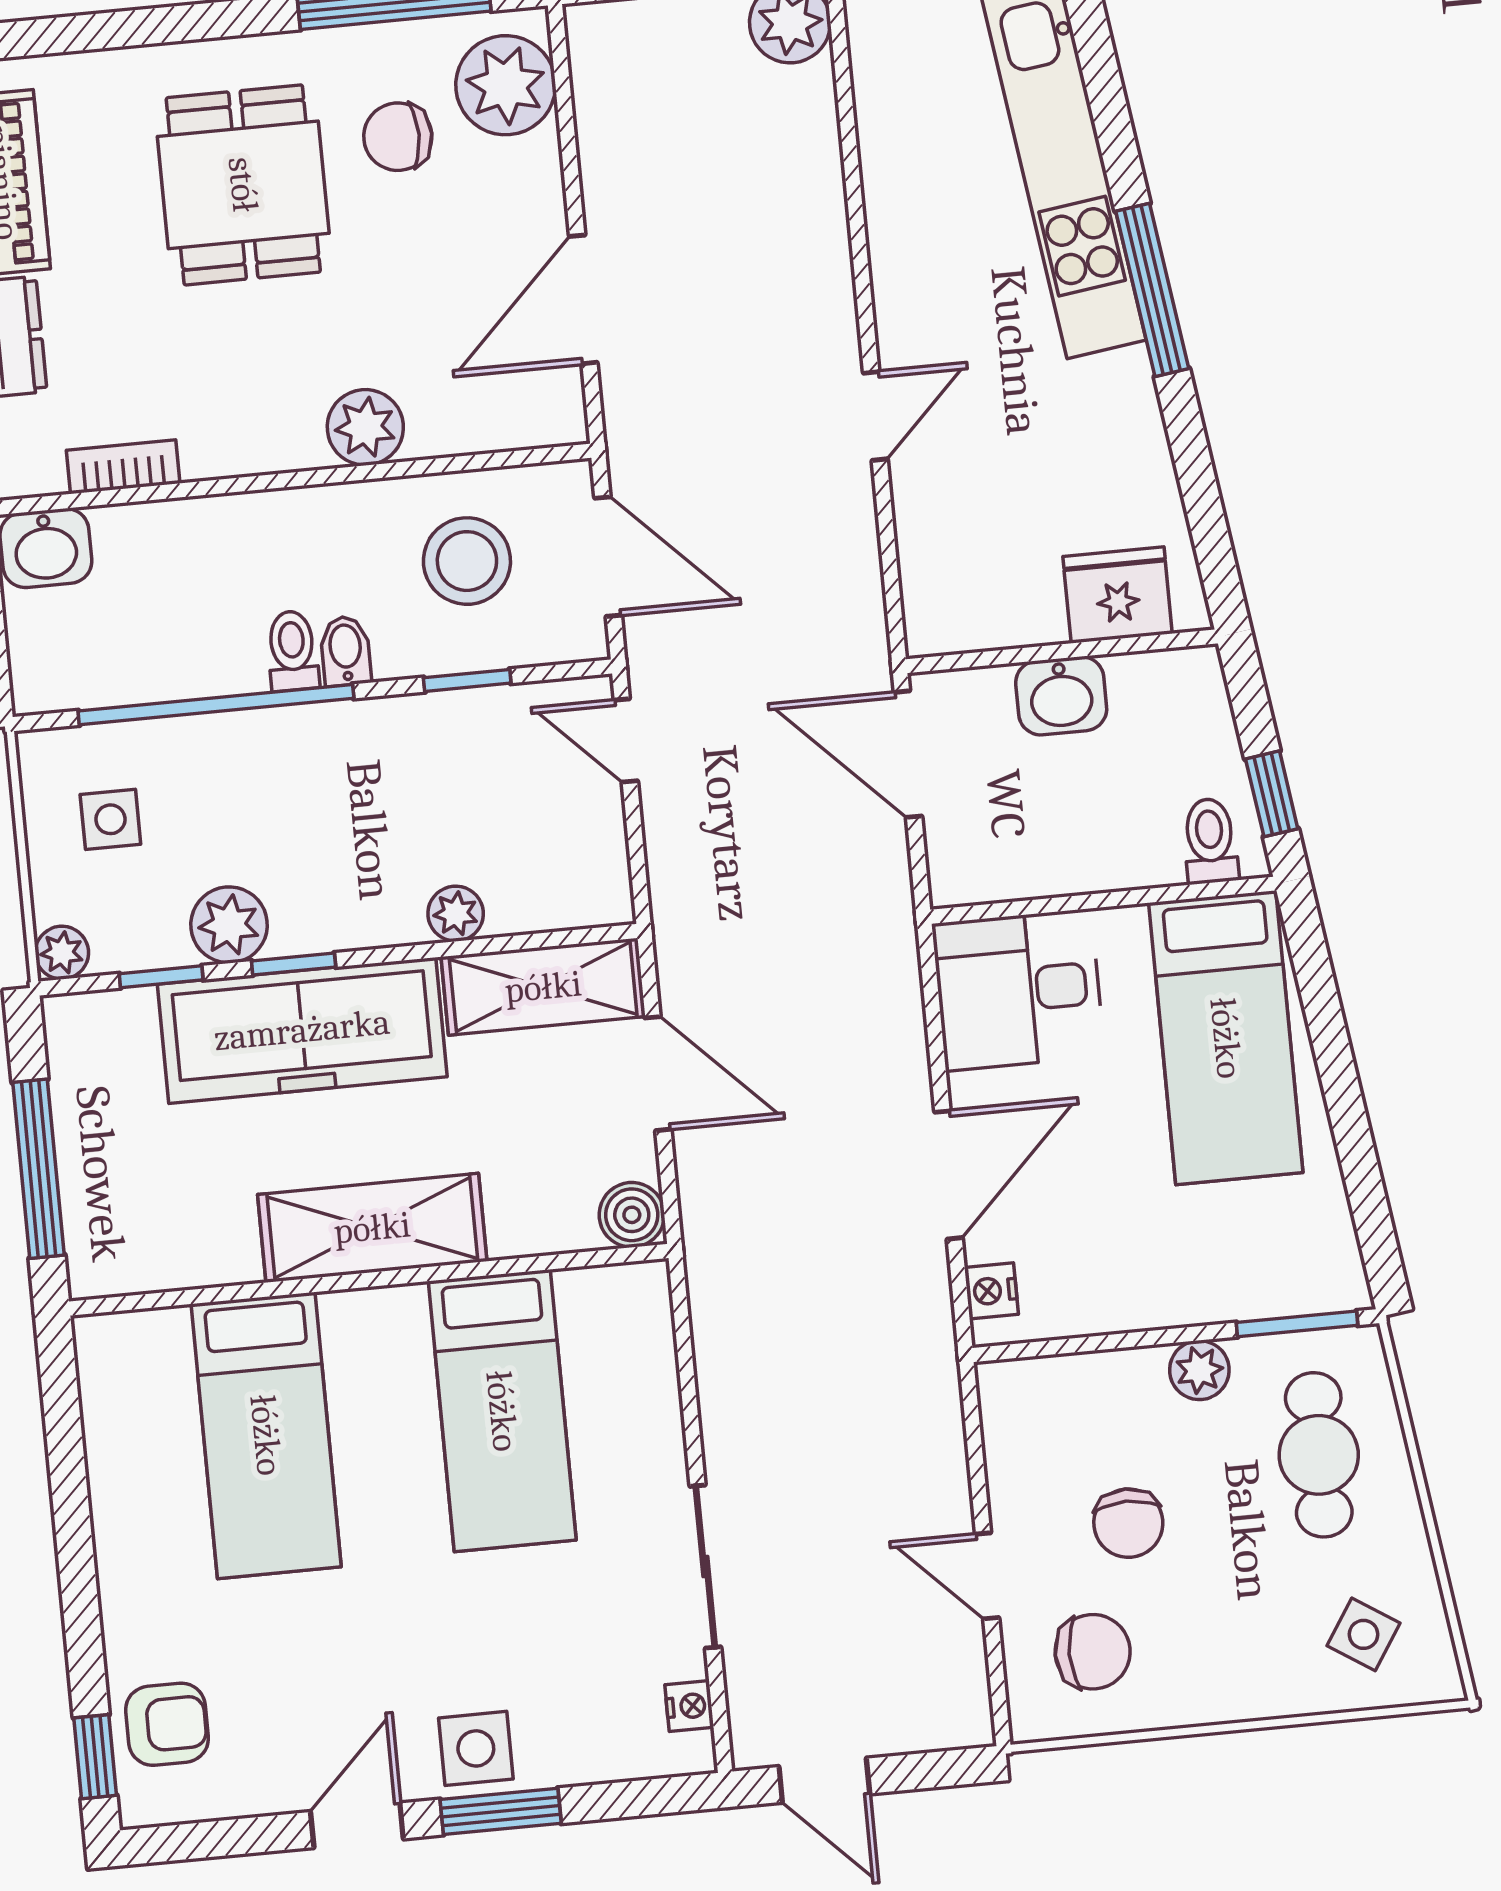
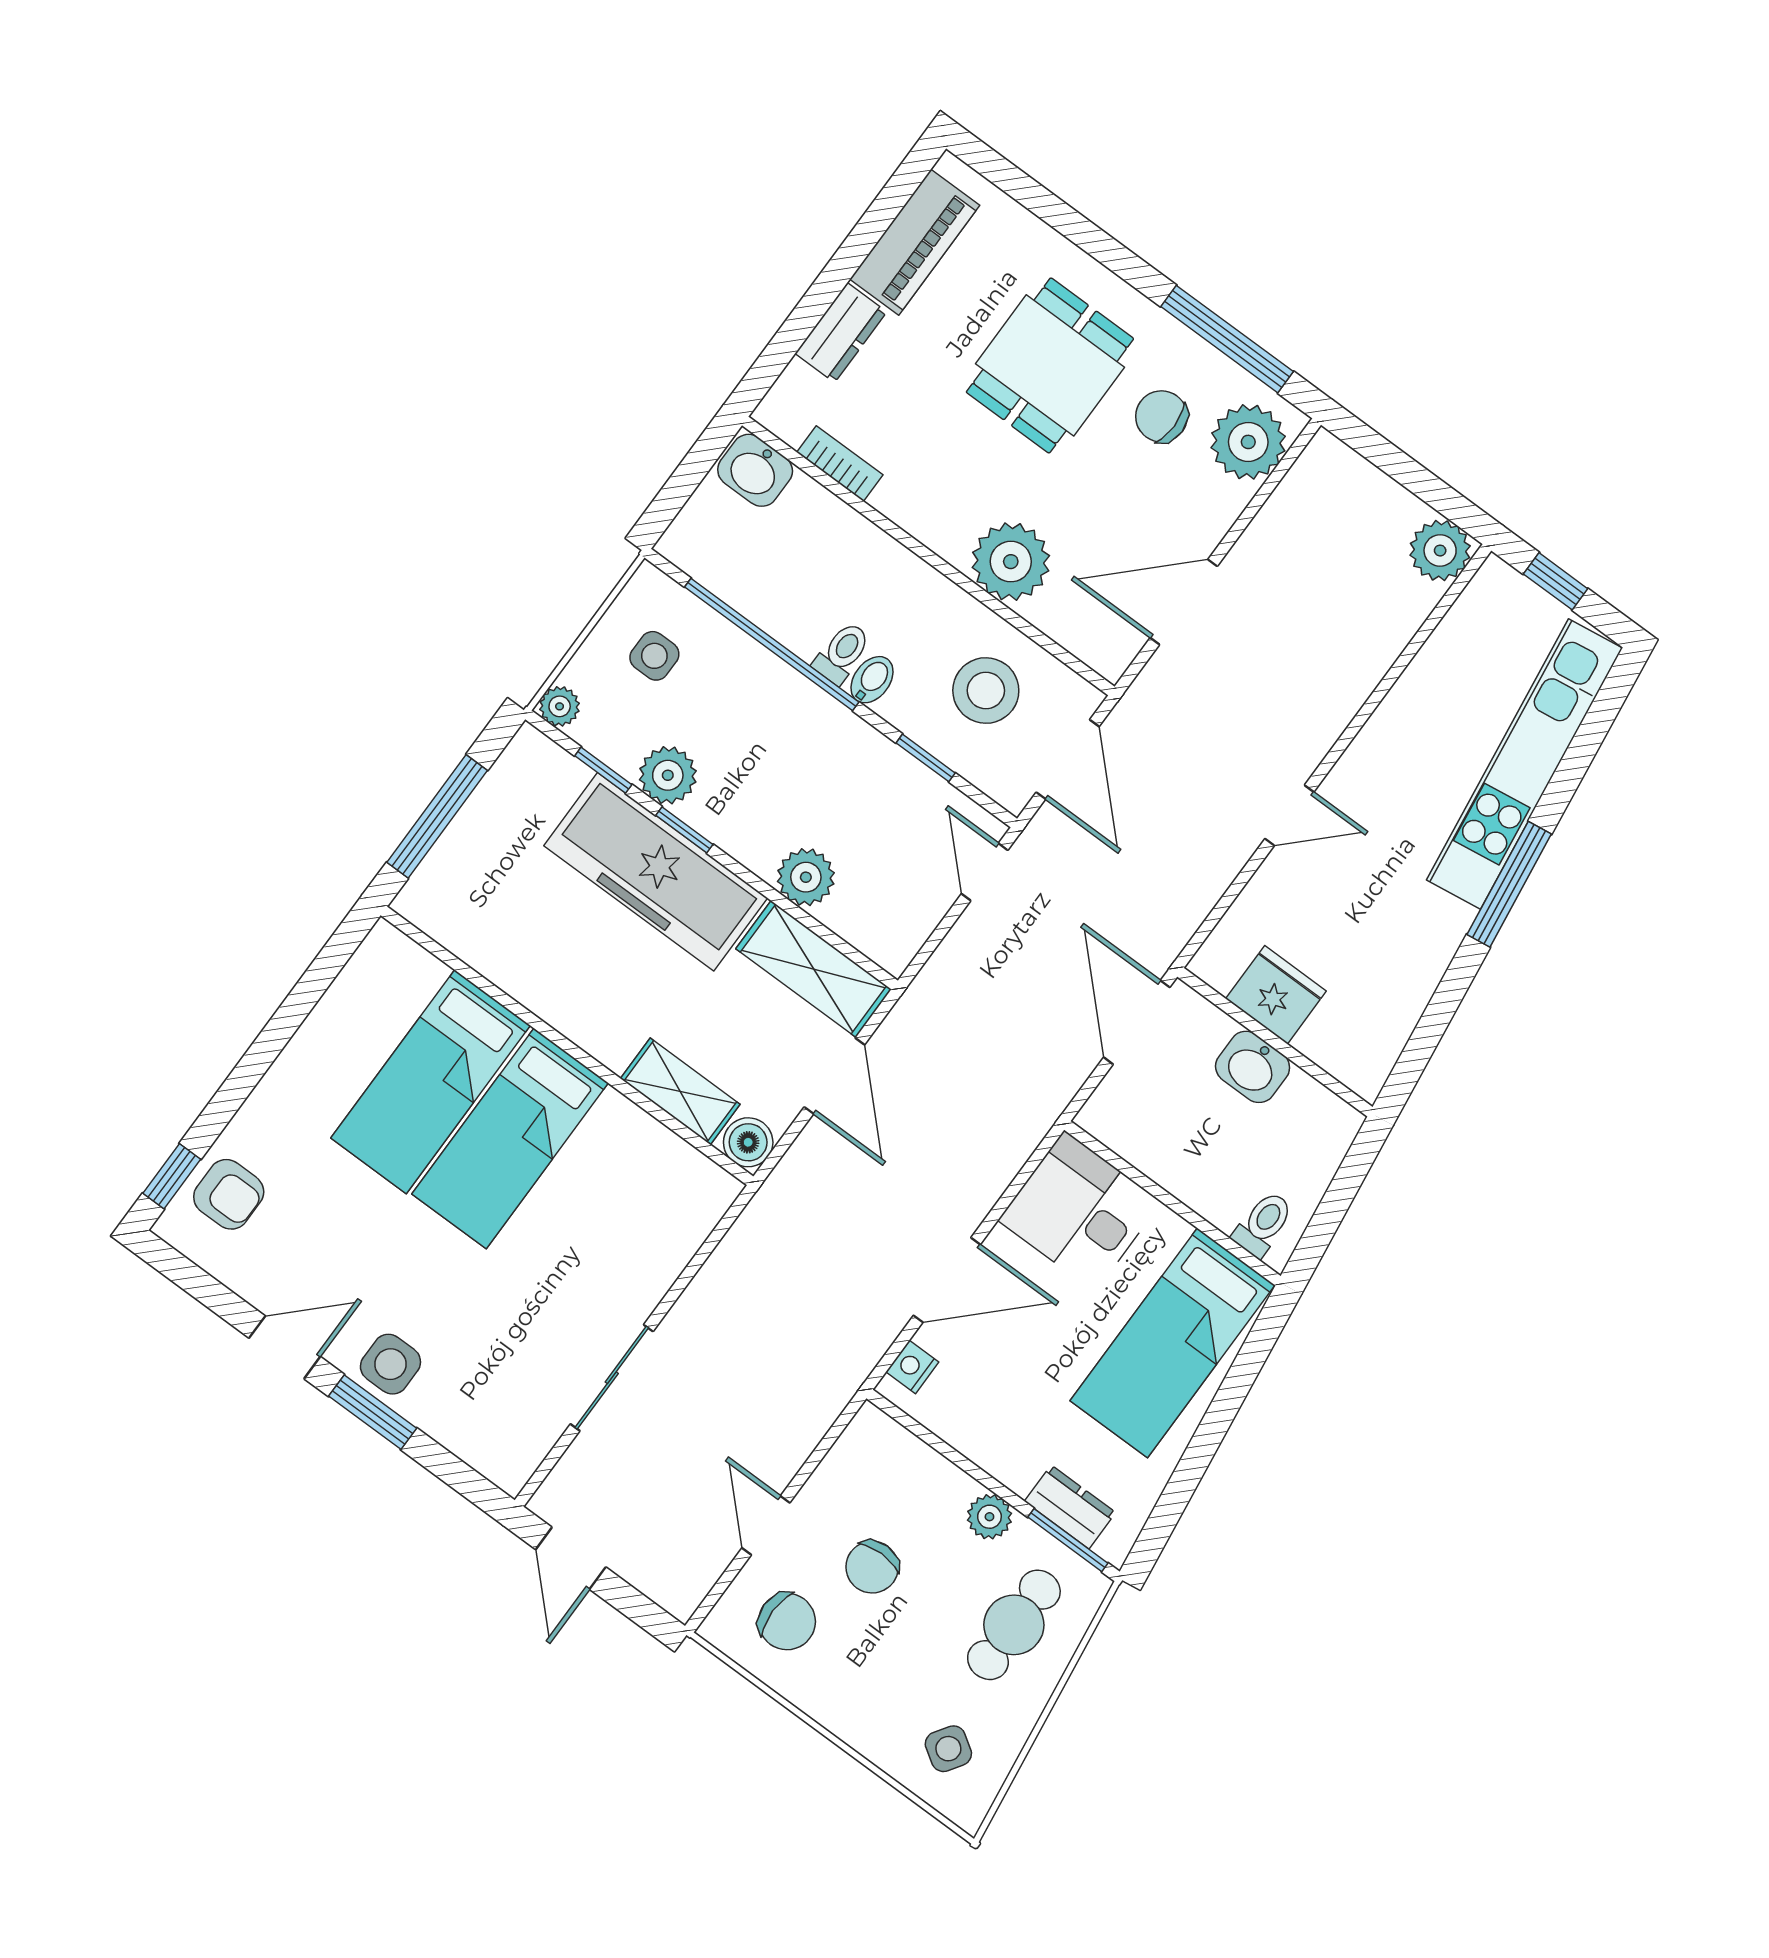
plant: (365, 427) -> (1011, 562), width x1.36, depth x1.36
fridge: (1118, 595) -> (1276, 995), moved
window: (1272, 794) -> (1322, 1229), removed
plant: (456, 914) -> (806, 877), width x1.38, depth x1.38
shelving: (372, 1228) -> (680, 1091), moved, width x0.67, depth x0.75
dresser: (1270, 1289) -> (1070, 1507), added
bed: (502, 1411) -> (510, 1138), moved
nightstand: (689, 1706) -> (532, 1448), removed

